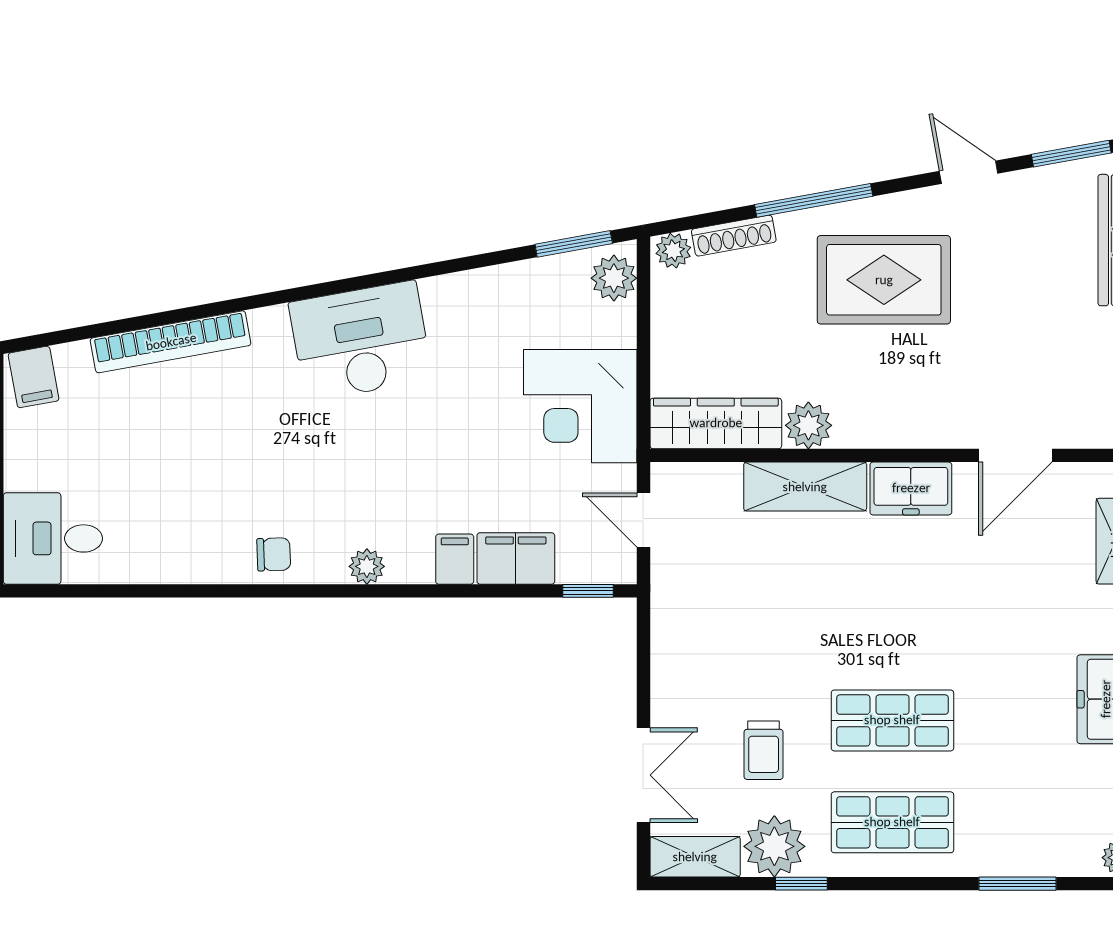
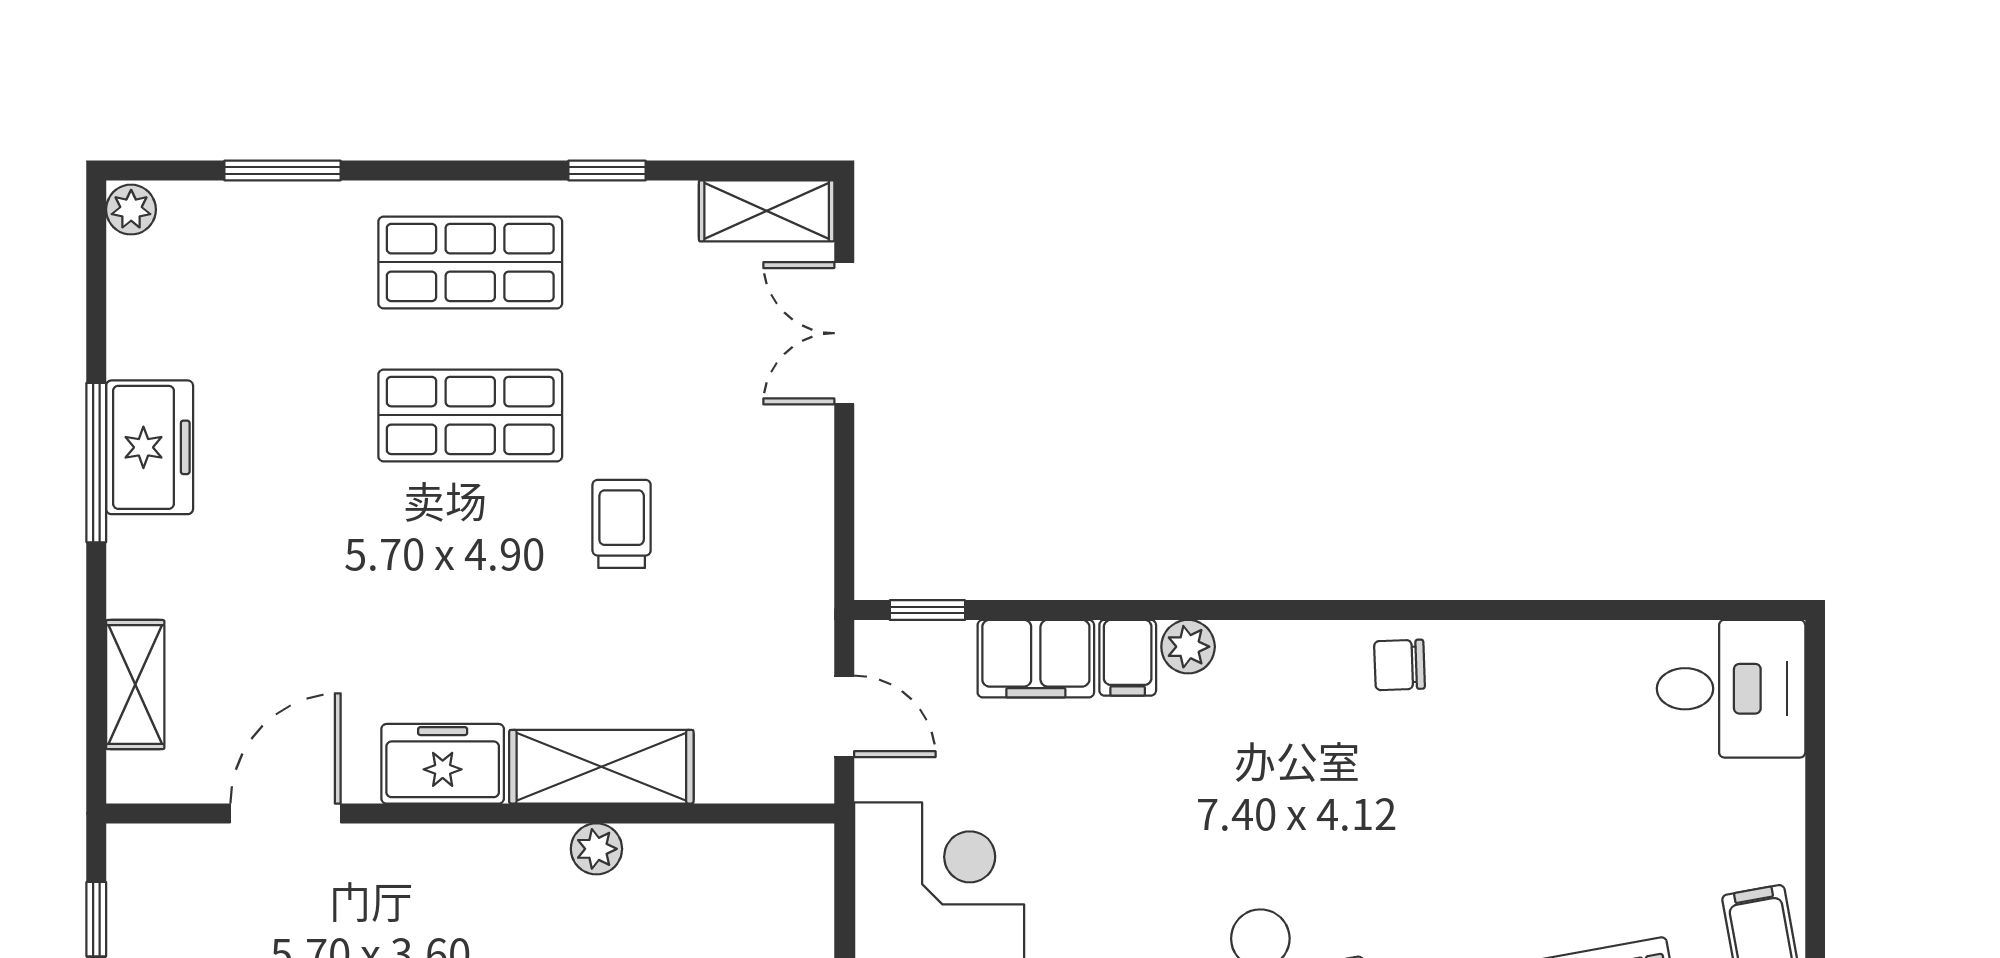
wardrobe: (716, 423) -> (736, 861), removed
plant: (808, 425) -> (596, 849), width x0.73, depth x0.73
plant: (367, 566) -> (1188, 647), moved
trolley: (764, 750) -> (622, 524), moved
plant: (774, 846) -> (648, 226), removed

